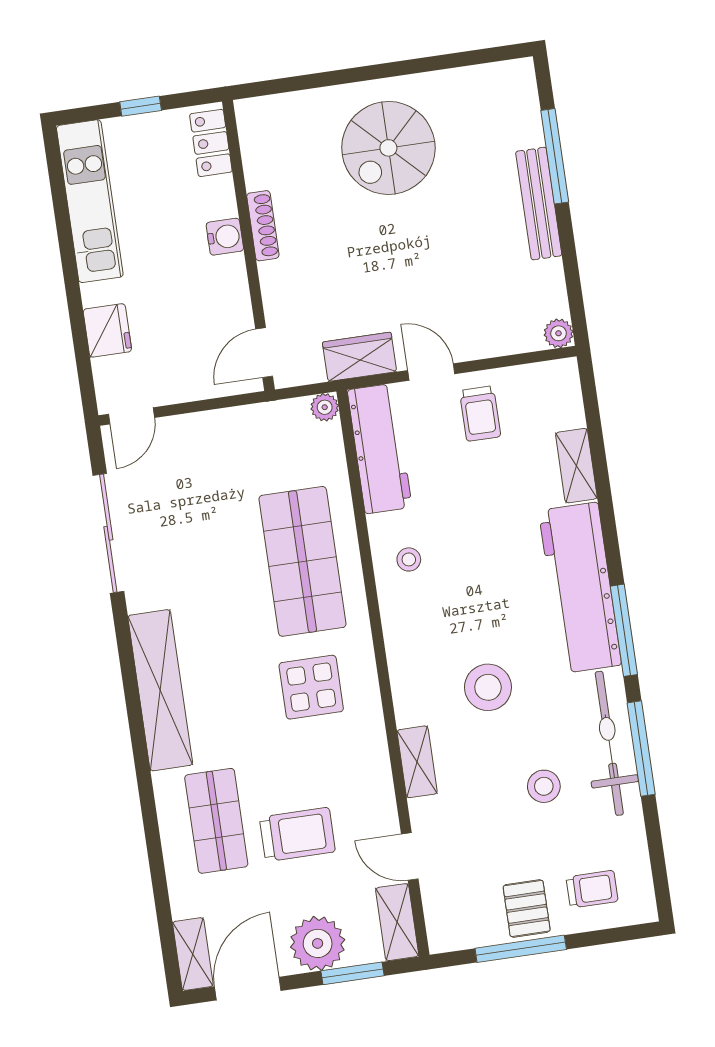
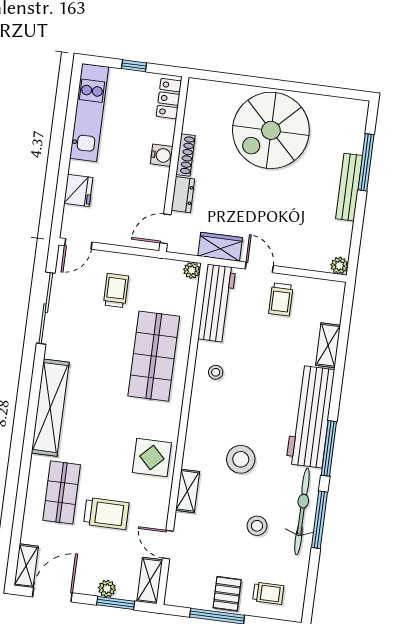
spiral stairs: (388, 148) -> (271, 130), width x1.37, depth x1.37
dresser: (277, 290) -> (183, 195), added
trolley: (213, 473) -> (116, 290), added
display table: (311, 687) -> (152, 458), moved
plant: (318, 943) -> (107, 589), width x0.53, depth x0.53

